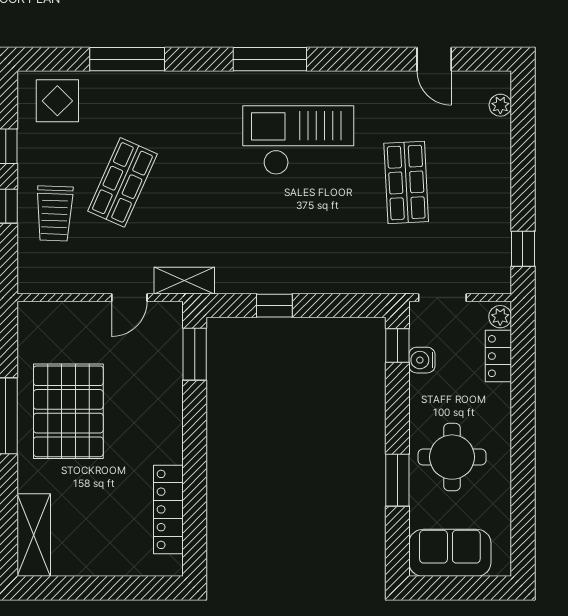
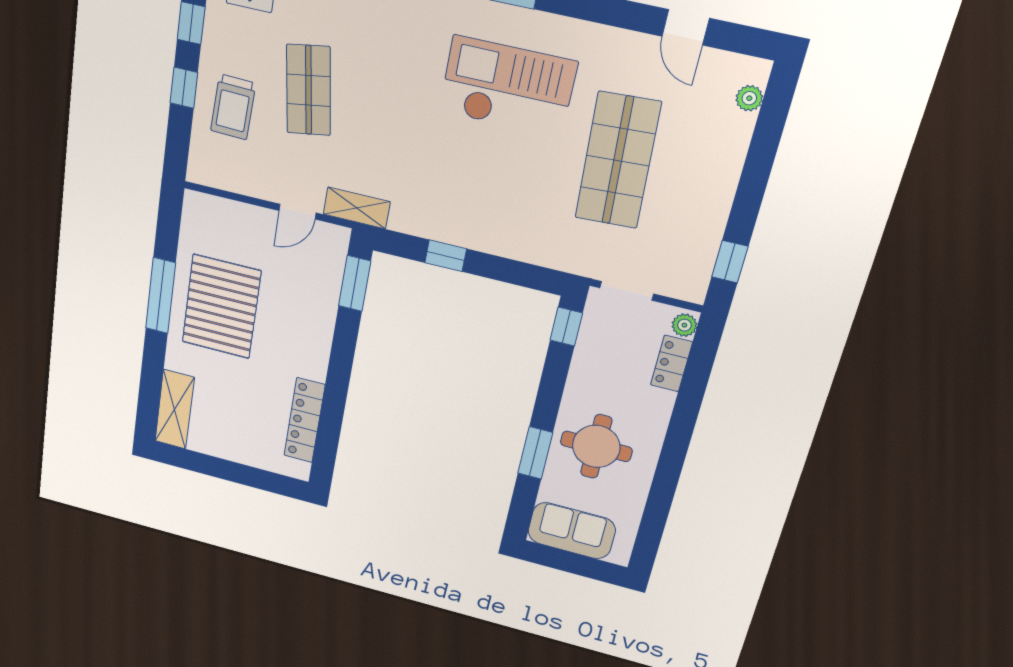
shop shelf: (122, 182) -> (308, 90), turned -33
shop shelf: (406, 182) -> (618, 161), width x1.43, depth x1.36
water cooler: (422, 360) -> (589, 347), removed

